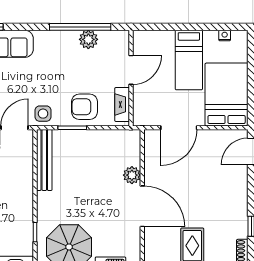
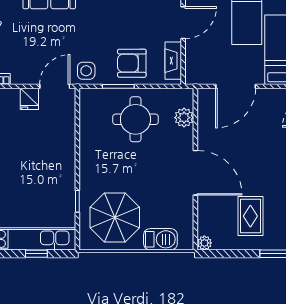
round table: (88, 158) -> (135, 119), added
bench: (44, 160) -> (87, 122), removed
plant: (132, 175) -> (184, 118), moved

